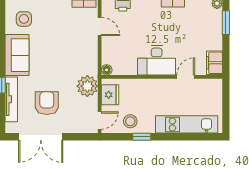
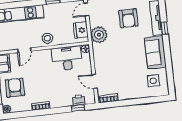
armchair: (203, 30) -> (15, 88), added
desk: (157, 60) -> (67, 58), moved
stool: (130, 121) -> (47, 38), moved

